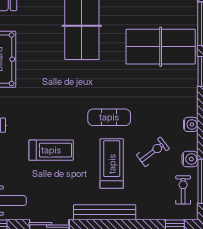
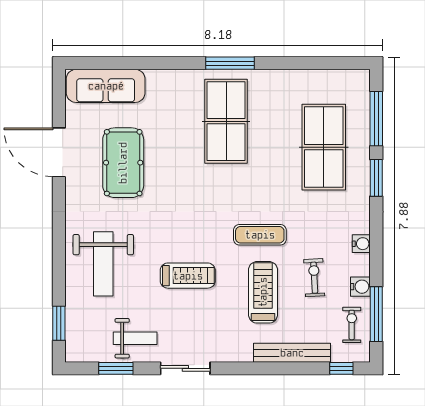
table tennis table: (161, 47) -> (324, 147), turned 90
exercise bike: (153, 152) -> (314, 278), turned -56
bench: (105, 212) -> (292, 353), moved

